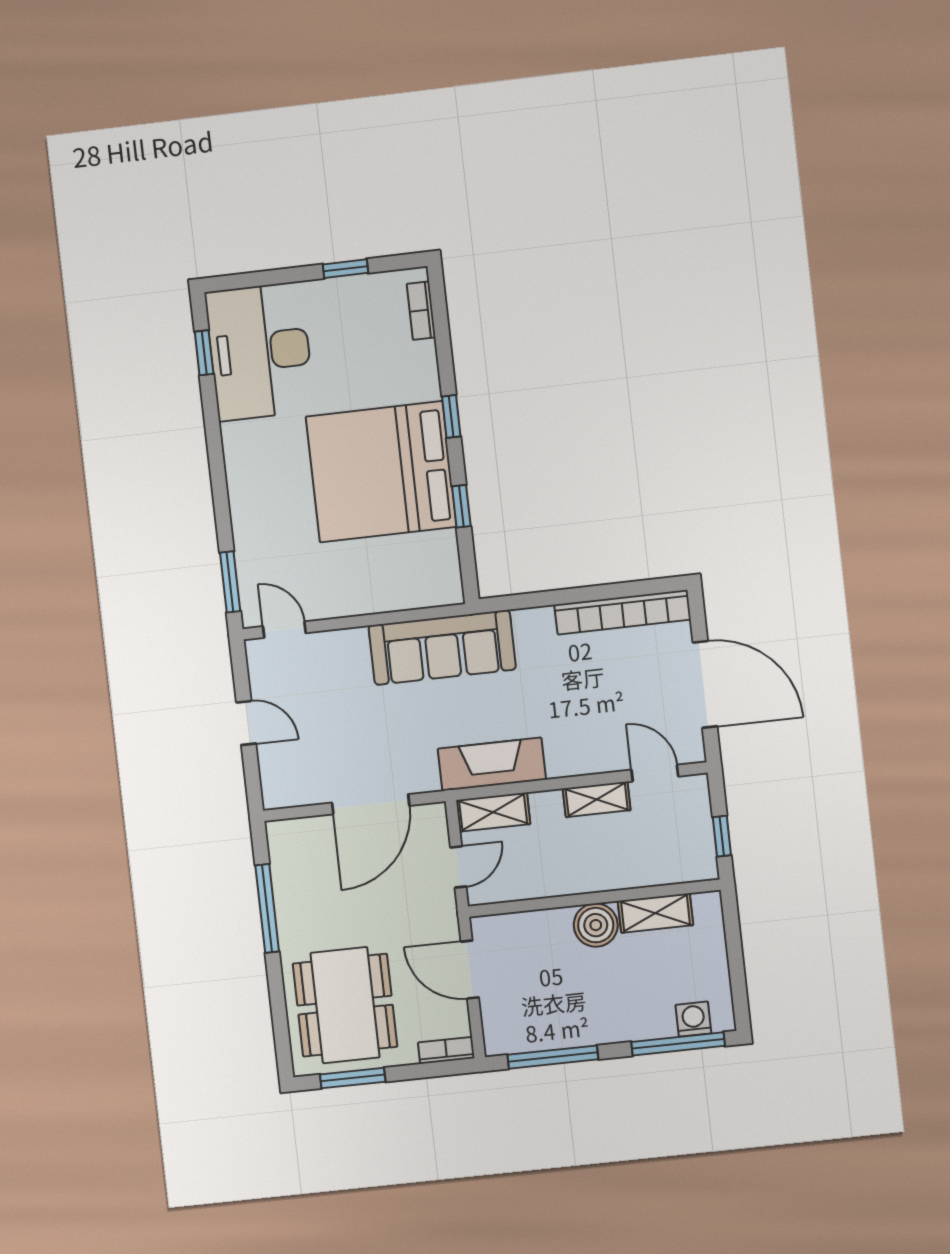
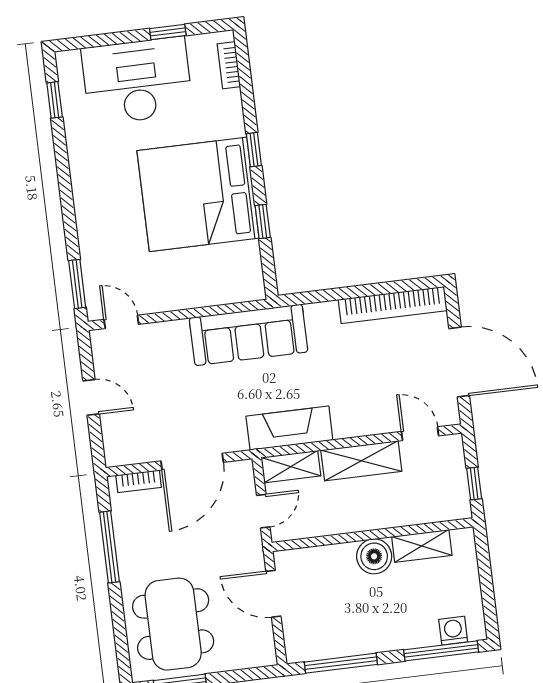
desk: (260, 352) -> (137, 81), moved, turned 90
shelving: (597, 799) -> (361, 461), width x1.50, depth x1.33
bookcase: (446, 1050) -> (139, 481), moved, turned 180

